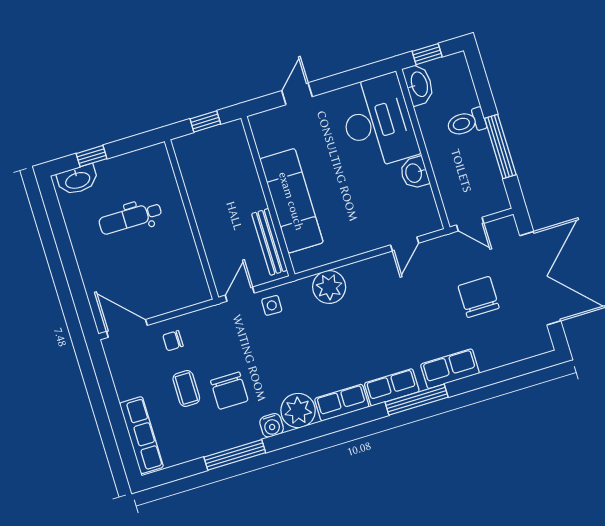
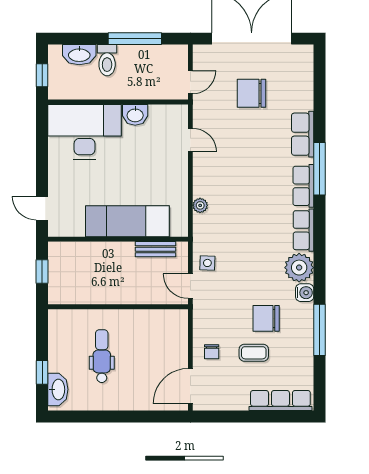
washbasin: (419, 84) -> (79, 55), moved, turned 180
door: (297, 94) -> (42, 208), moved
dental chair: (130, 218) -> (102, 356), turned 180
bench: (270, 242) -> (155, 249), width x0.73
plant: (329, 287) -> (200, 205), width x0.53, depth x0.53
chair: (229, 391) -> (266, 318), turned 180

